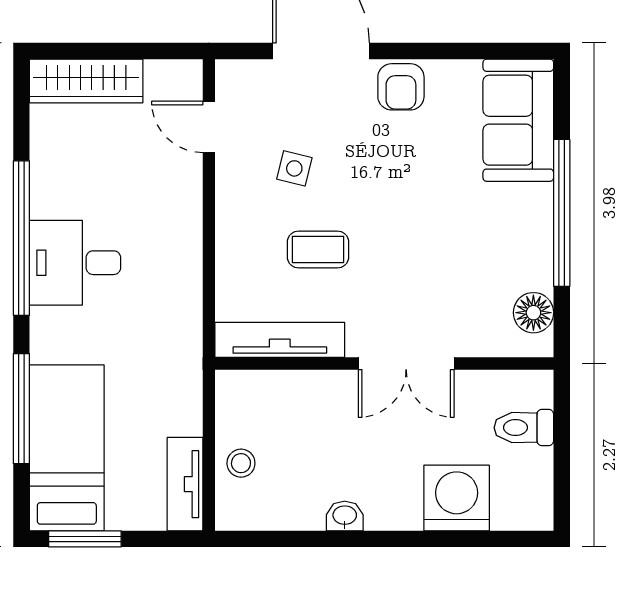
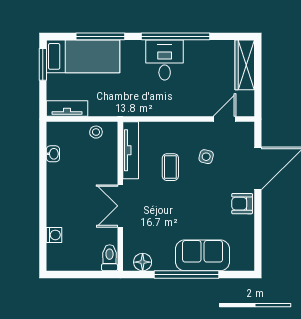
sofa: (518, 120) -> (203, 255), moved
toilet: (524, 428) -> (110, 258), moved
stool: (241, 463) -> (96, 132), moved
washing machine: (457, 498) -> (54, 235), width x0.53, depth x0.53
washbasin: (345, 516) -> (53, 154), moved

